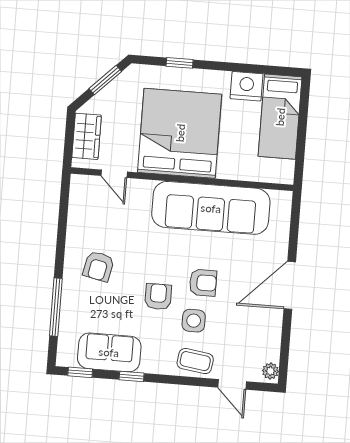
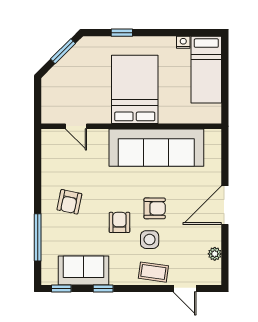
nightstand: (247, 86) -> (183, 42), width x0.53, depth x0.56
bed: (180, 133) -> (135, 89), width x0.73
wardrobe: (87, 136) -> (52, 98), removed
plant: (270, 371) -> (215, 254), moved

